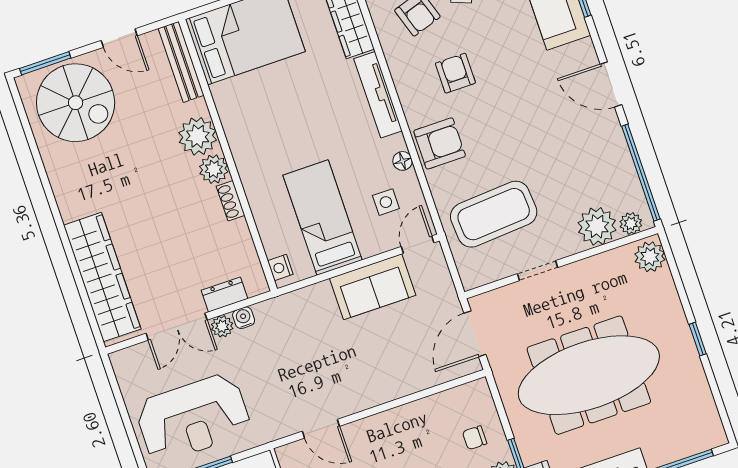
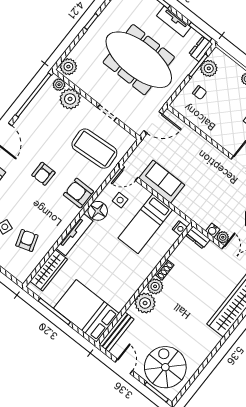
armchair: (455, 73) -> (43, 174), moved
floor lamp: (402, 161) -> (98, 211), width x1.89, depth x1.89
dresser: (225, 295) -> (198, 237), moved

